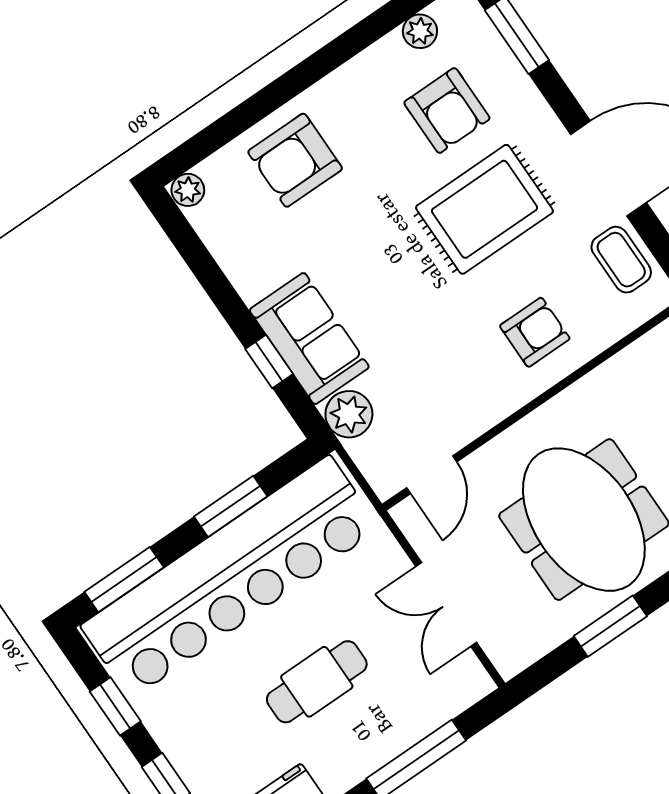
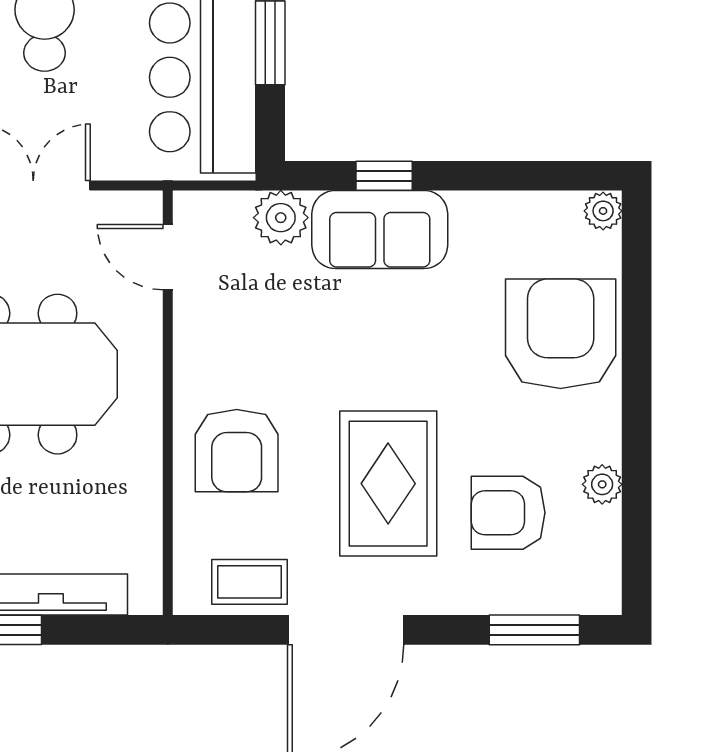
plant: (420, 31) -> (602, 484), moved
armchair: (295, 160) -> (561, 334), width x1.36, depth x1.36
armchair: (535, 332) -> (237, 451), width x1.38, depth x1.38

